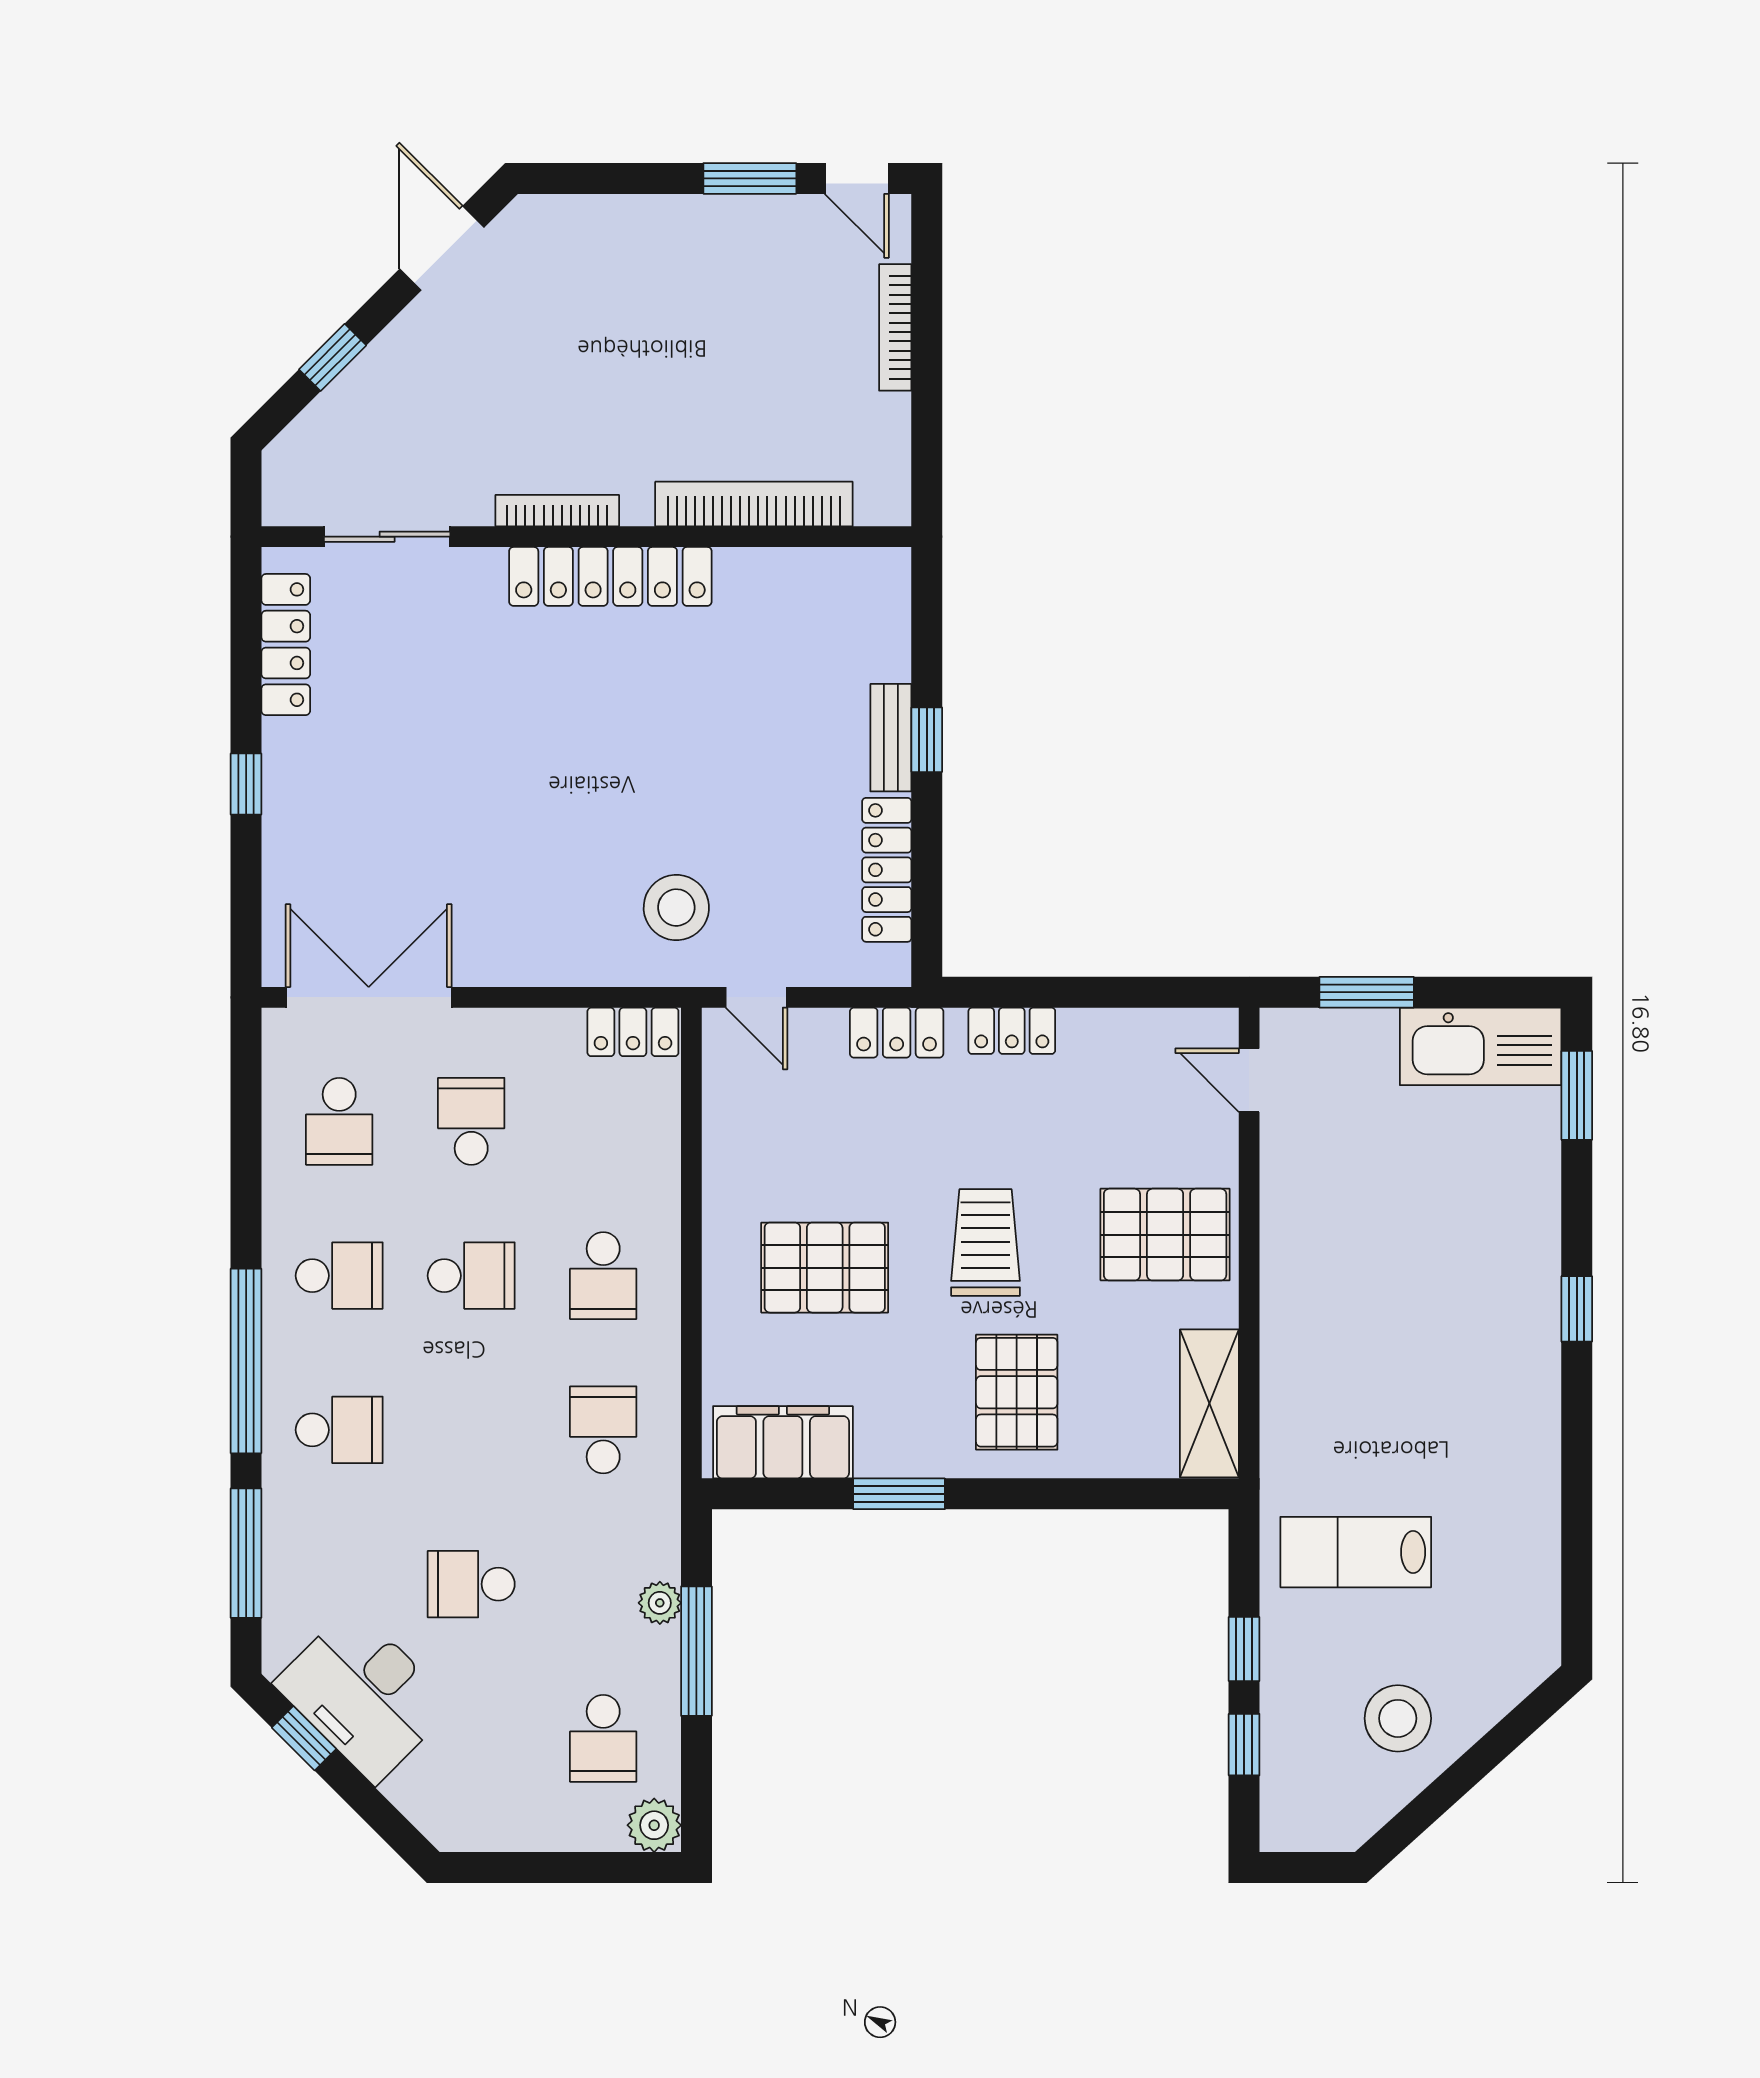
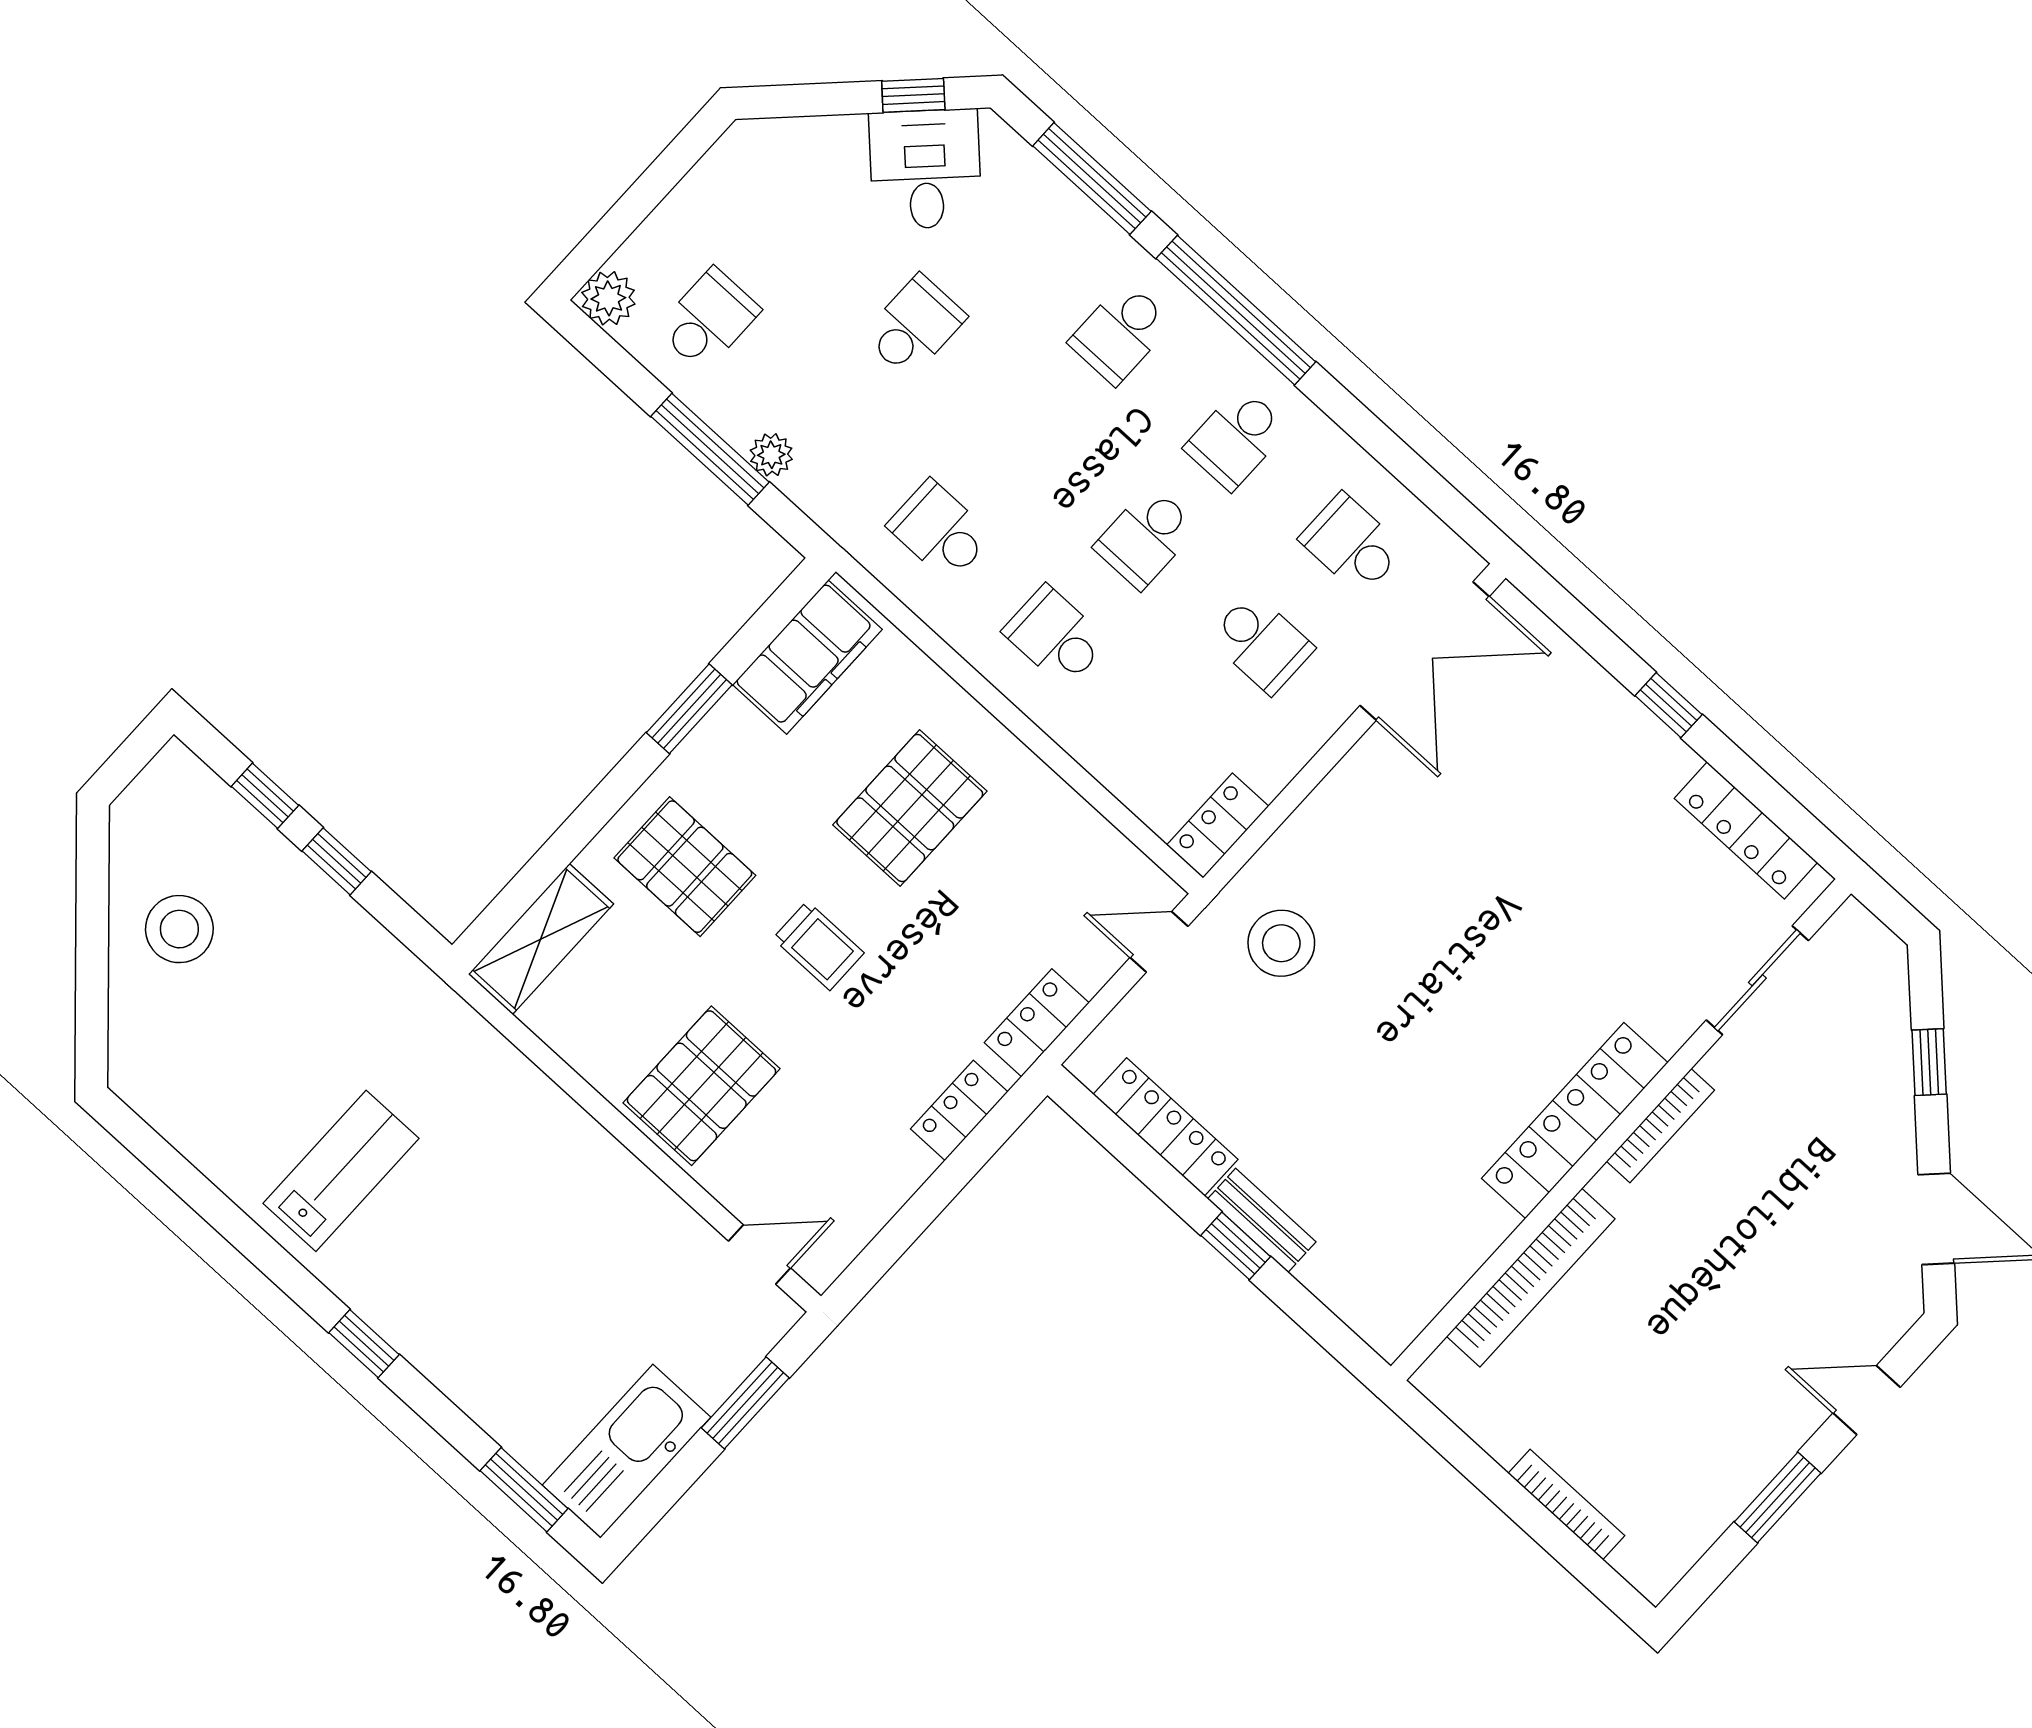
door: (857, 178) -> (1867, 1400), moved
trolley: (985, 1243) -> (818, 946), width x0.73, depth x0.72
shelving: (1209, 1403) -> (541, 939), moved, turned 90
school desk: (603, 1430) -> (940, 531), turned 180
lab bench: (1356, 1552) -> (341, 1171), moved
desk: (364, 1695) -> (925, 169), width x0.73
school desk: (603, 1738) -> (708, 320), turned 90

